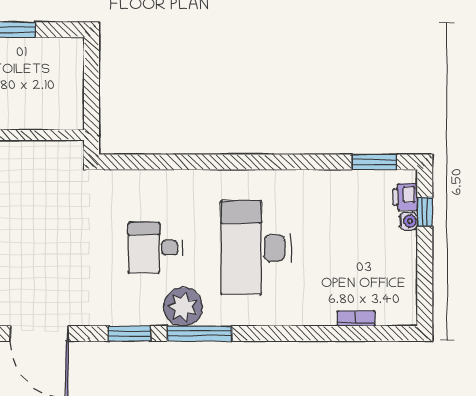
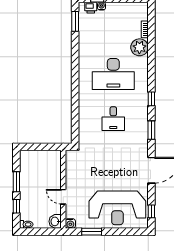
plant: (183, 307) -> (139, 47), moved
window: (200, 333) -> (151, 99), width x0.46

